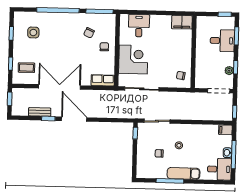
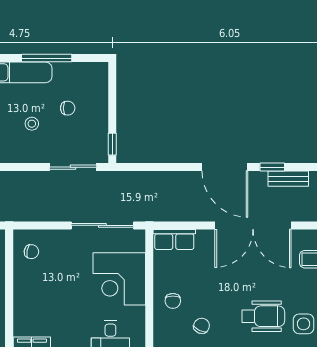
wheelchair: (55, 37) -> (263, 316), added

